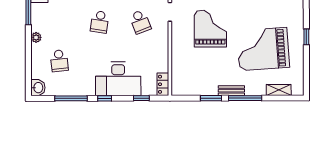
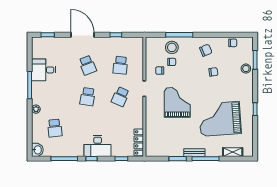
school desk: (140, 22) -> (120, 97), turned 45
desk: (118, 79) -> (98, 146), width x0.73, depth x0.77
locker: (163, 84) -> (139, 142), width x1.53

